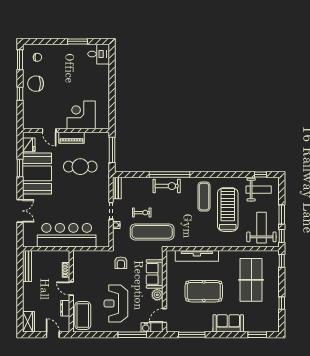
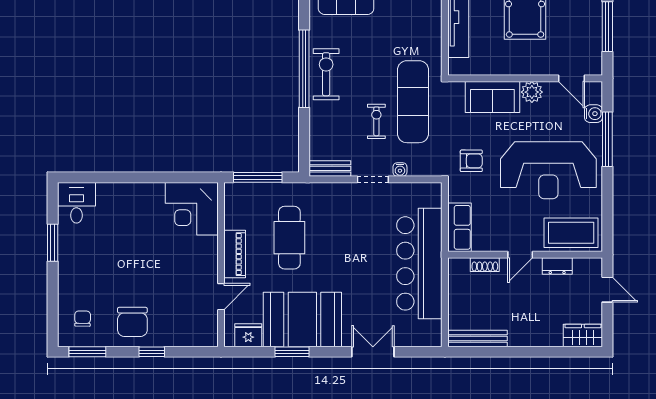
corner desk: (81, 115) -> (192, 209), moved
row of seats: (86, 257) -> (459, 227), added
reception desk: (116, 304) -> (548, 170), width x1.36, depth x1.30
door: (53, 335) -> (607, 290), swing flipped

